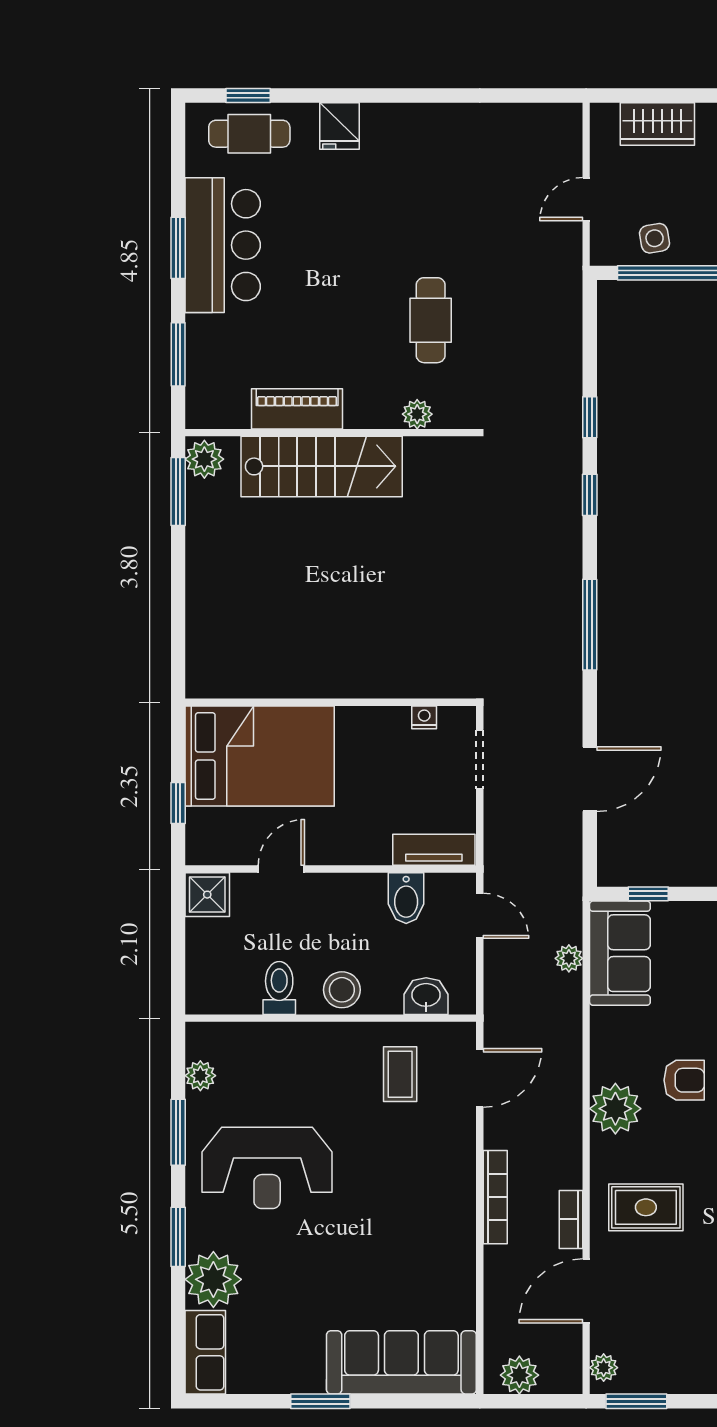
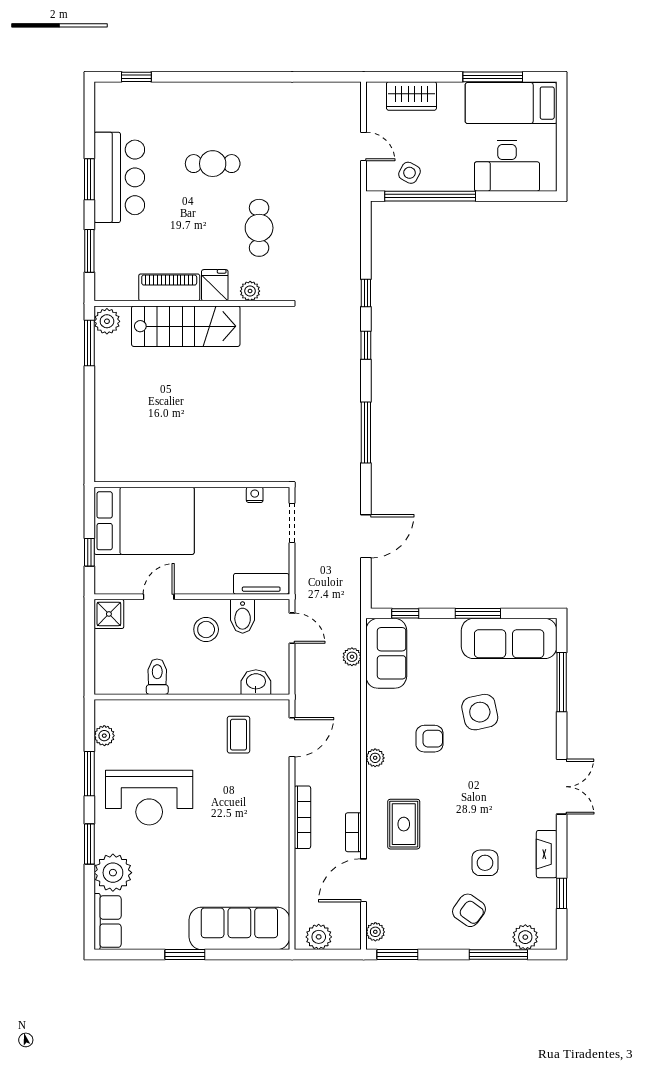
fridge: (339, 126) -> (215, 285), moved, turned 180
cafe table: (249, 134) -> (213, 164), moved
door: (586, 199) -> (364, 146), swing flipped
side table: (655, 238) -> (410, 173), turned 38
stool: (342, 990) -> (206, 629), moved
plant: (615, 1109) -> (375, 758), width x0.53, depth x0.53
rug: (646, 1207) -> (404, 824), turned 90

